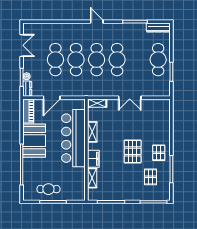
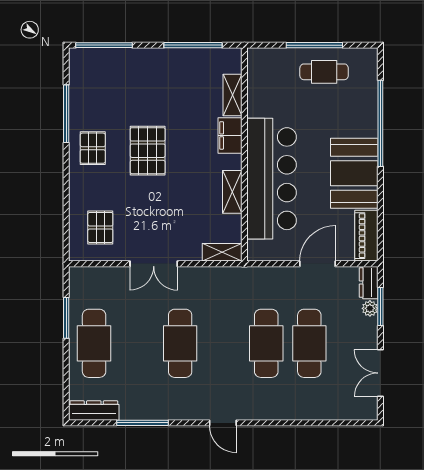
cafe table: (97, 60) -> (223, 343), removed
double door: (130, 98) -> (154, 264), swing flipped
pallet: (150, 177) -> (100, 227), moved

